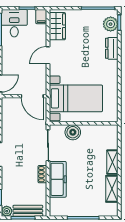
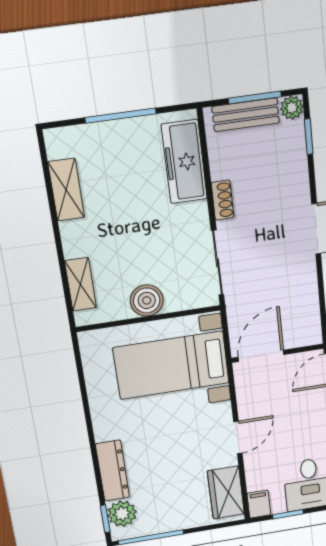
dresser: (112, 48) -> (113, 471), width x1.44
door: (32, 96) -> (261, 356), hinge flipped
boiler: (73, 132) -> (147, 300), moved
shelving: (112, 162) -> (80, 284), moved
freezer: (58, 179) -> (184, 162), moved

